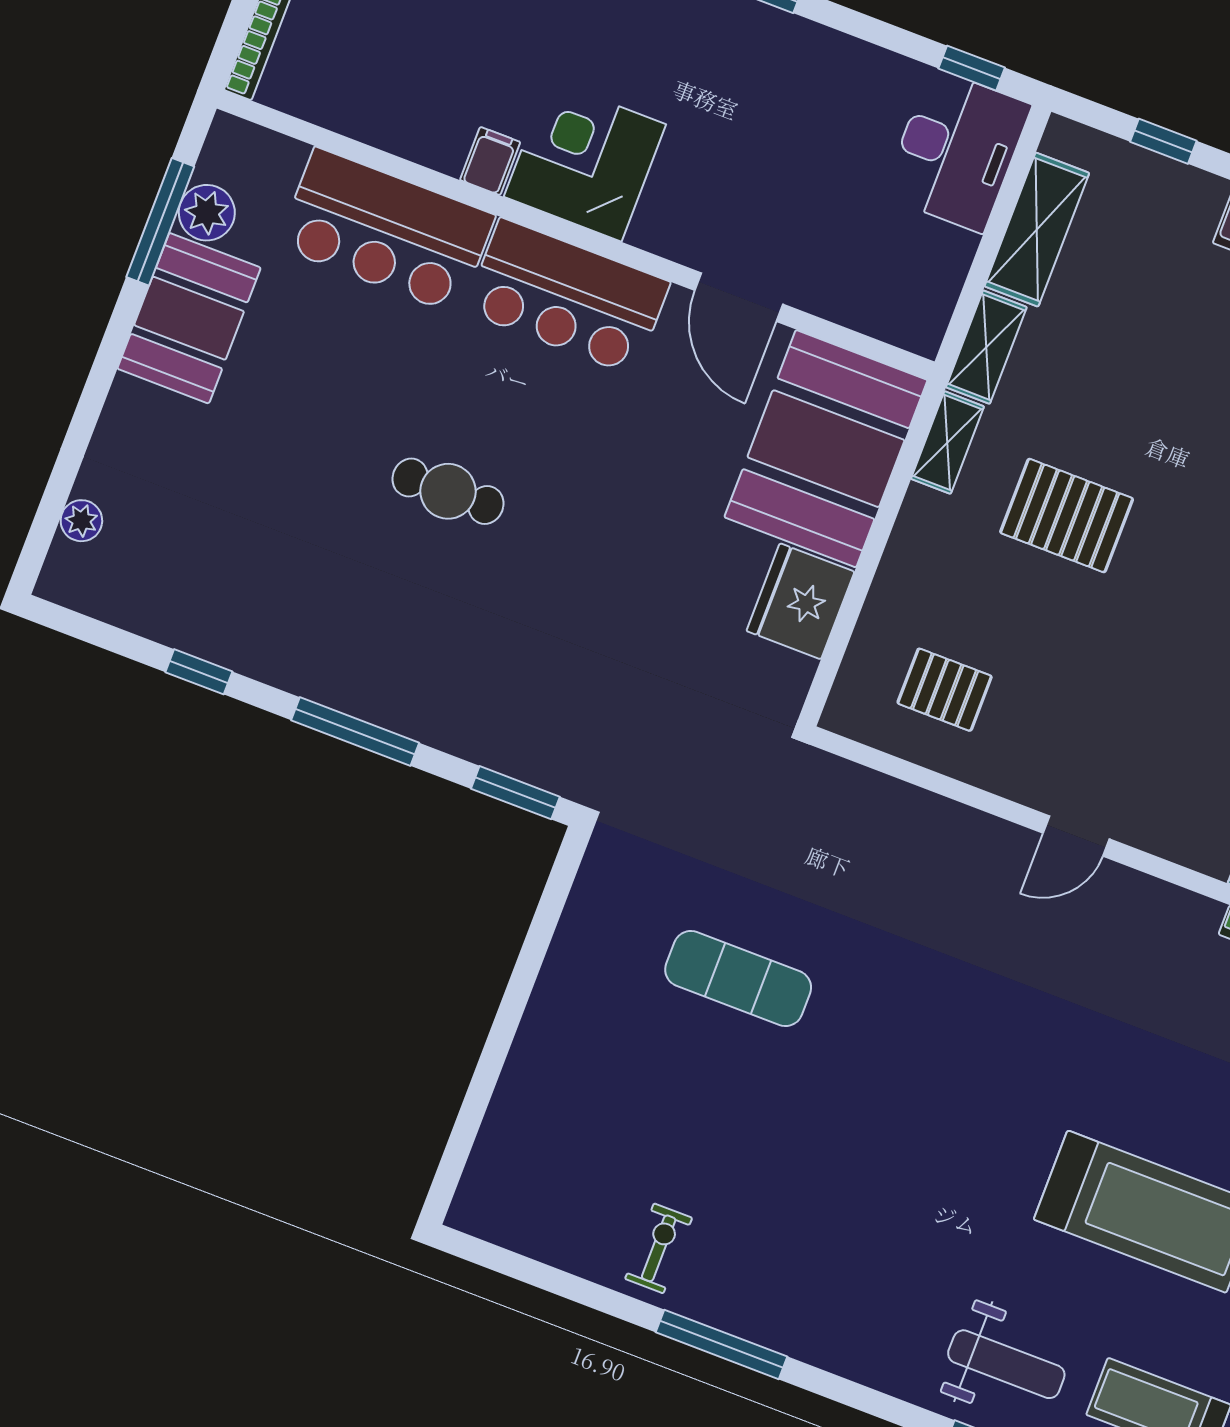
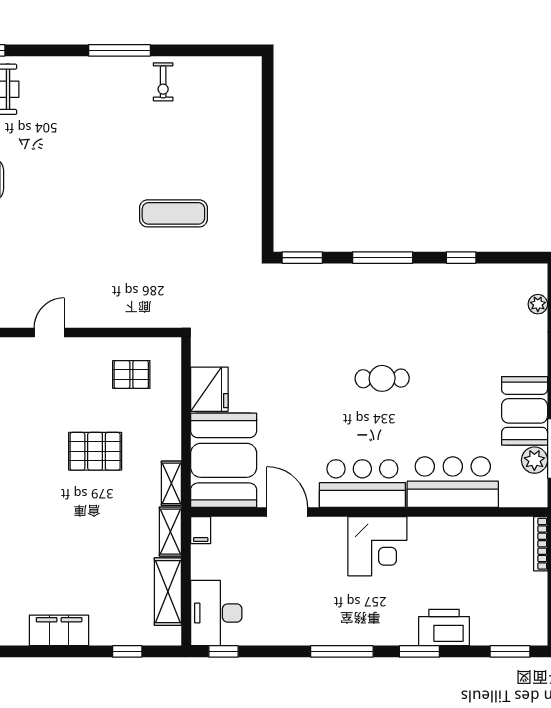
filing cabinet: (490, 161) -> (201, 530), moved
pallet: (1067, 516) -> (95, 451), moved

